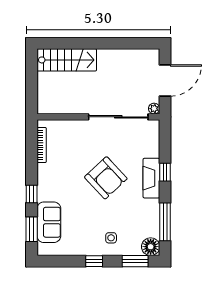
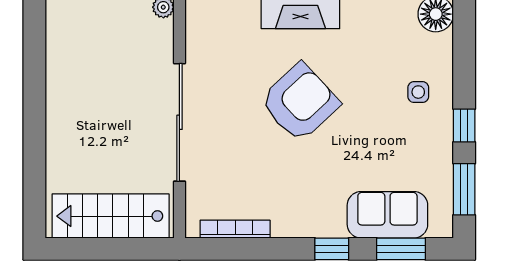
stairs: (67, 60) -> (111, 216), moved, turned -90
sliding door: (118, 117) -> (179, 122), moved
window: (135, 261) -> (464, 189), moved

